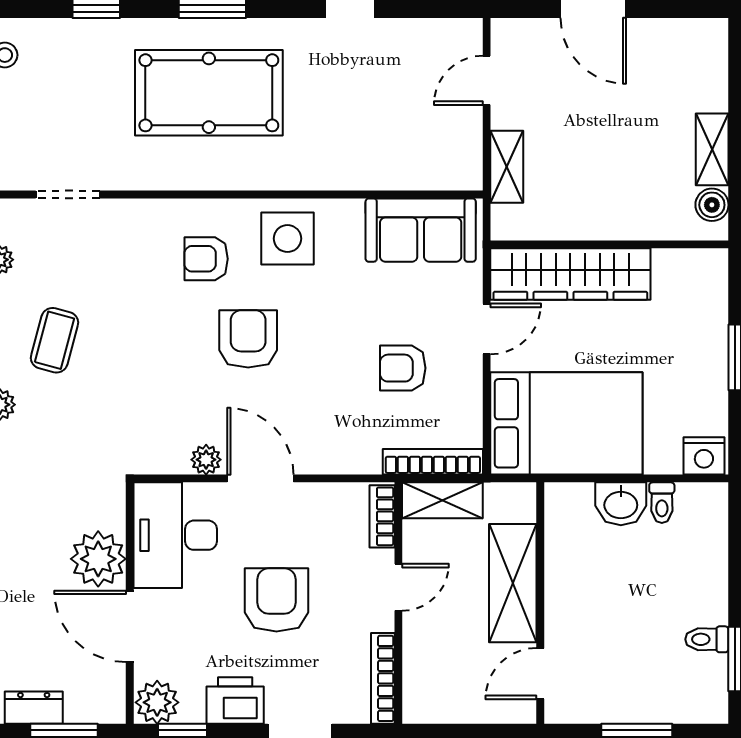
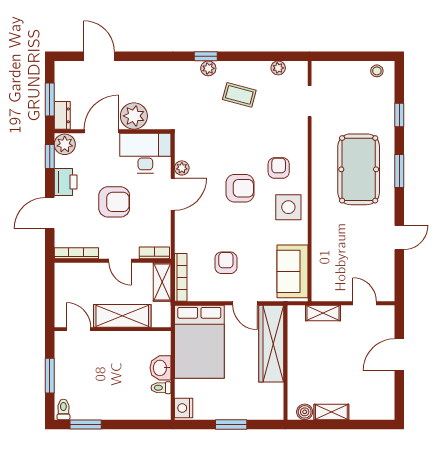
toilet: (707, 639) -> (63, 409), moved
dresser: (34, 708) -> (62, 115), moved

